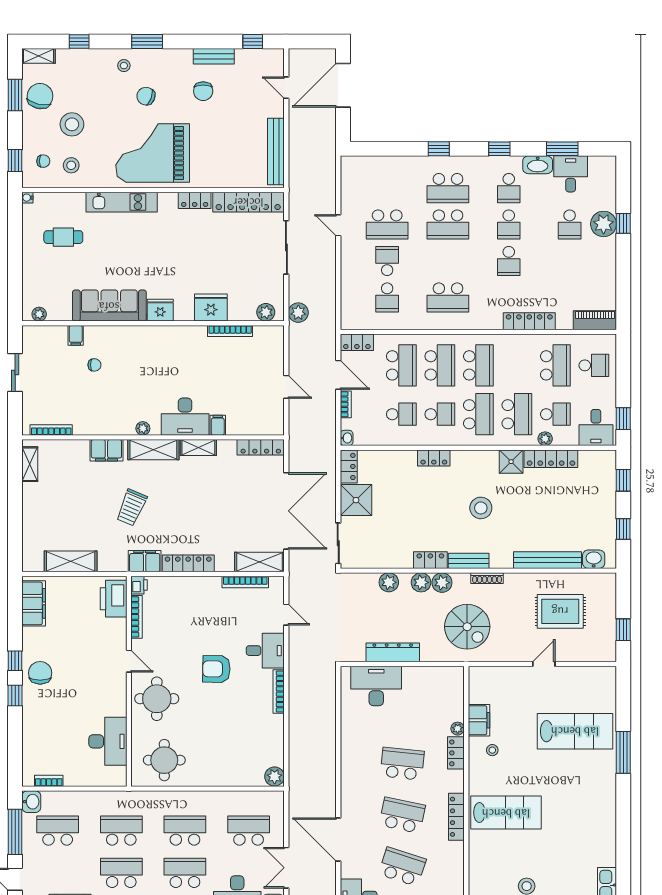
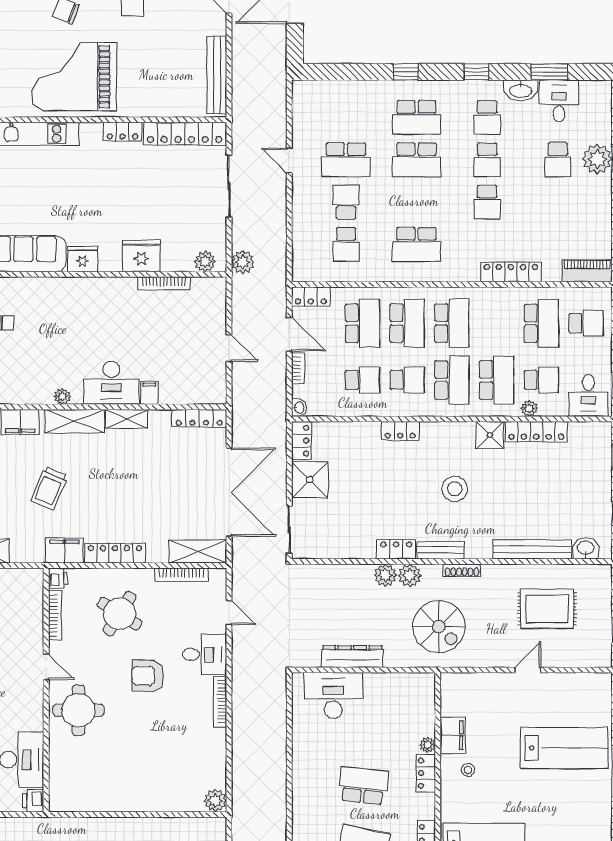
plant: (389, 582) -> (348, 575), removed
printer: (114, 599) -> (33, 801), moved, width x0.53, depth x0.68
round table: (164, 760) -> (120, 614), moved, turned 32

